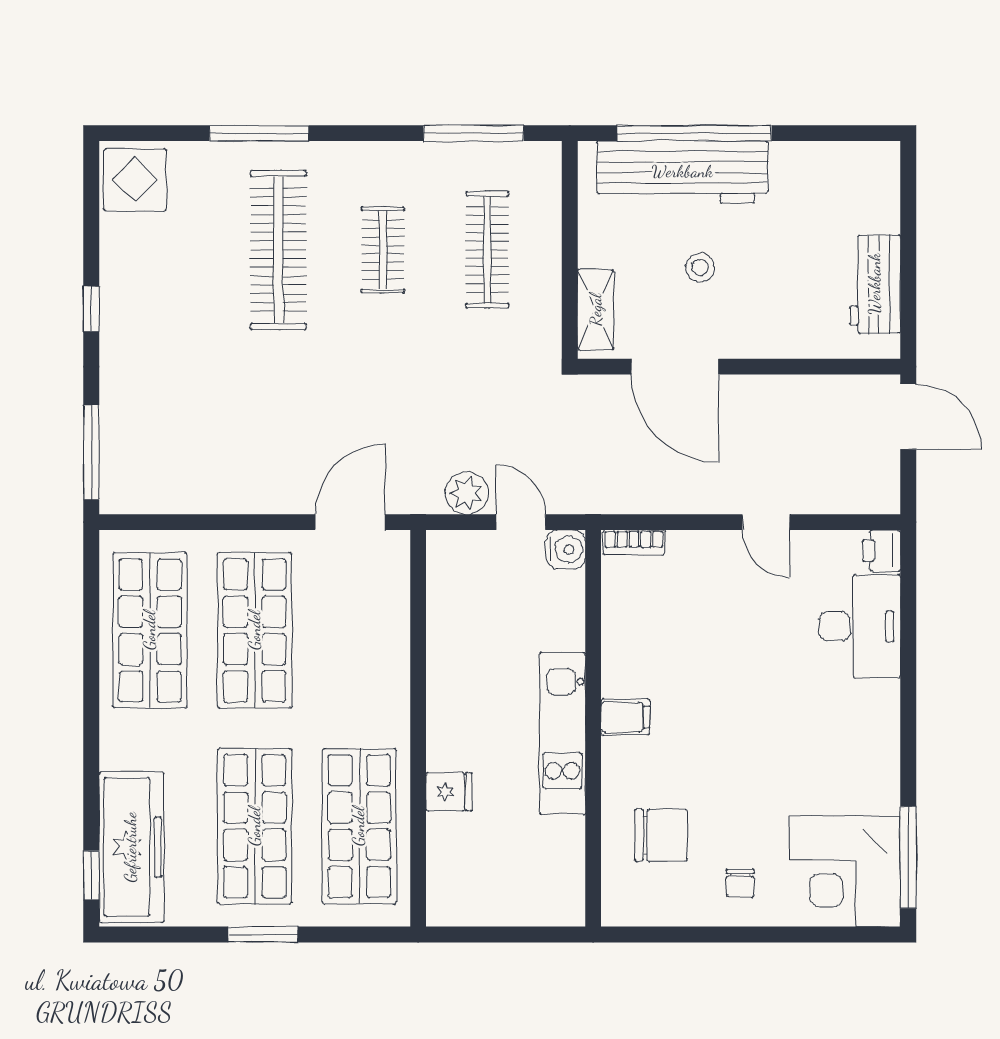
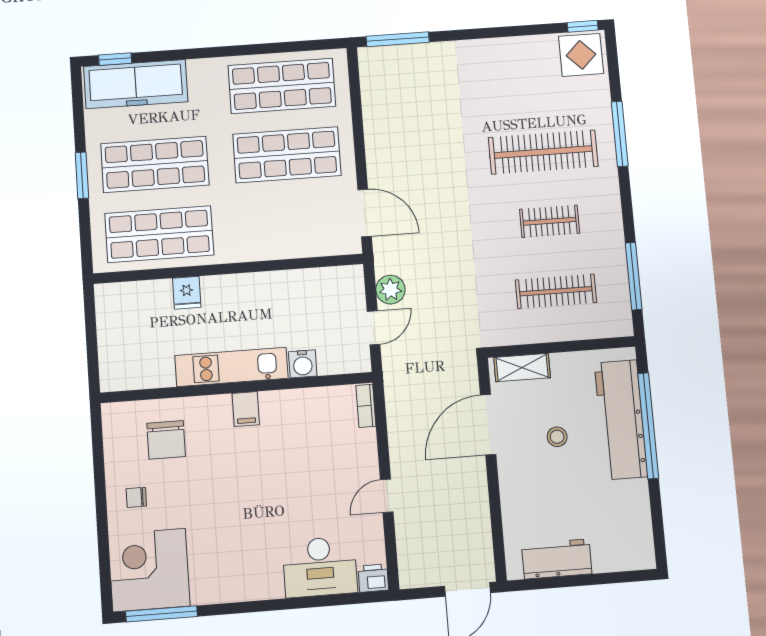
window: (91, 309) -> (583, 26), moved
water cooler: (566, 549) -> (303, 364), moved

